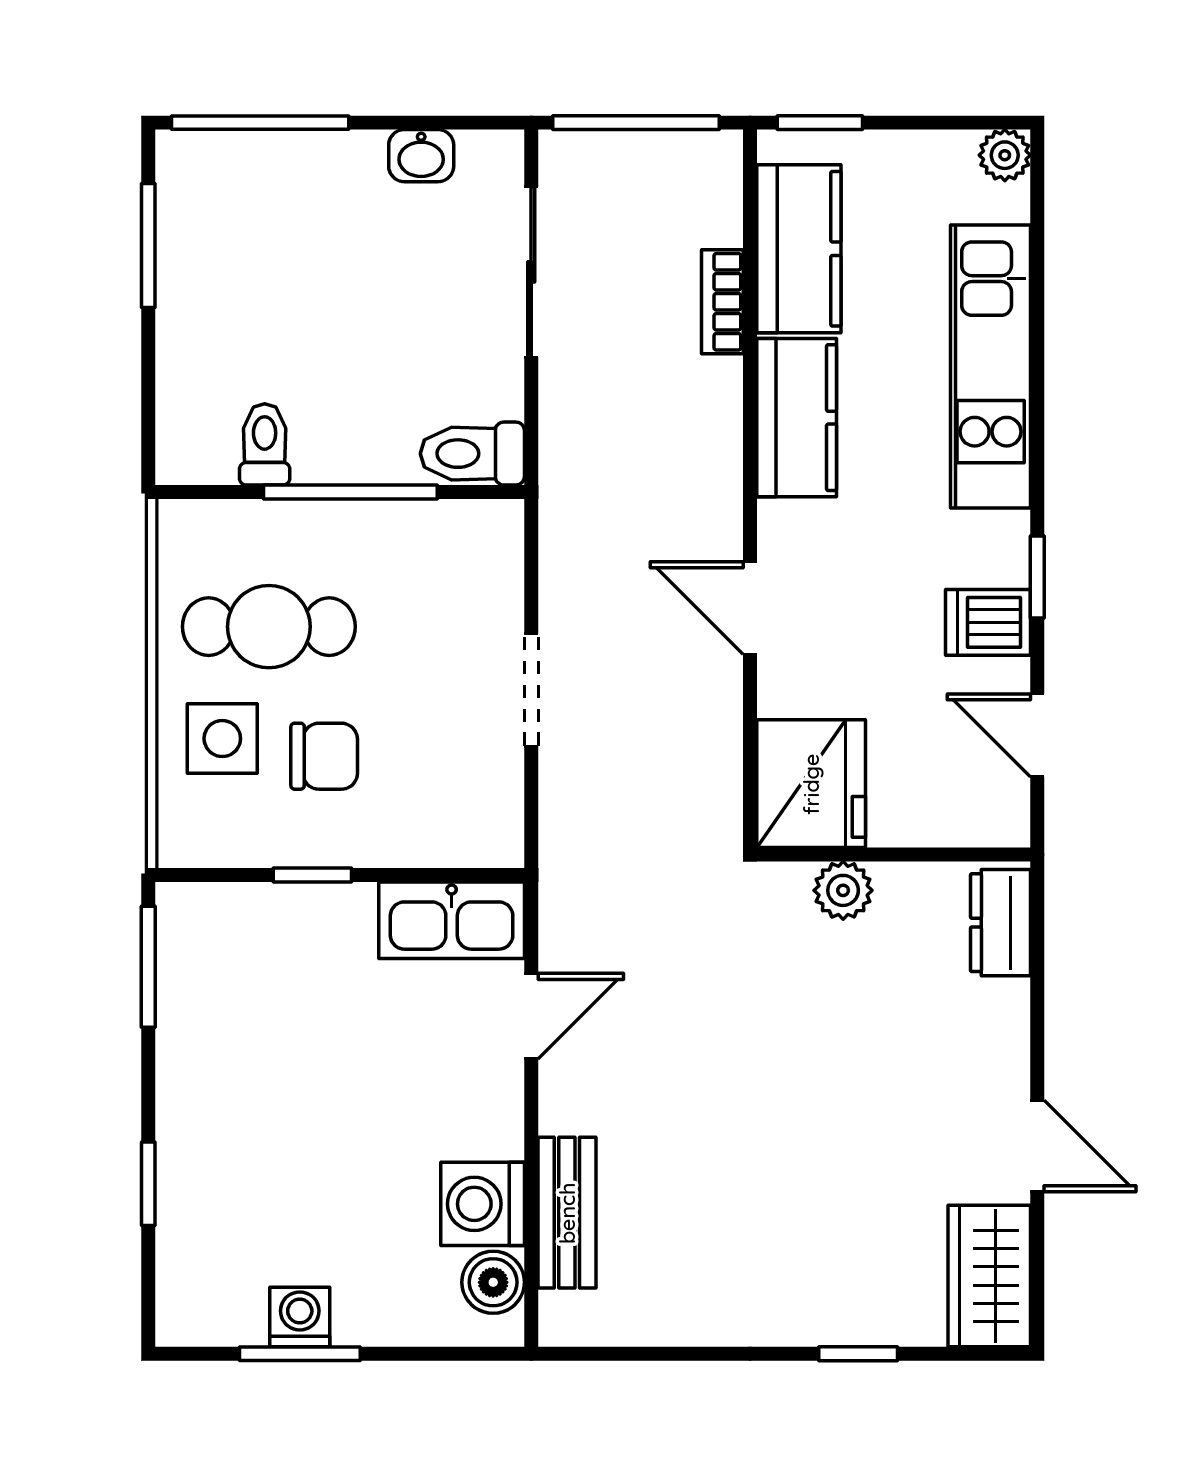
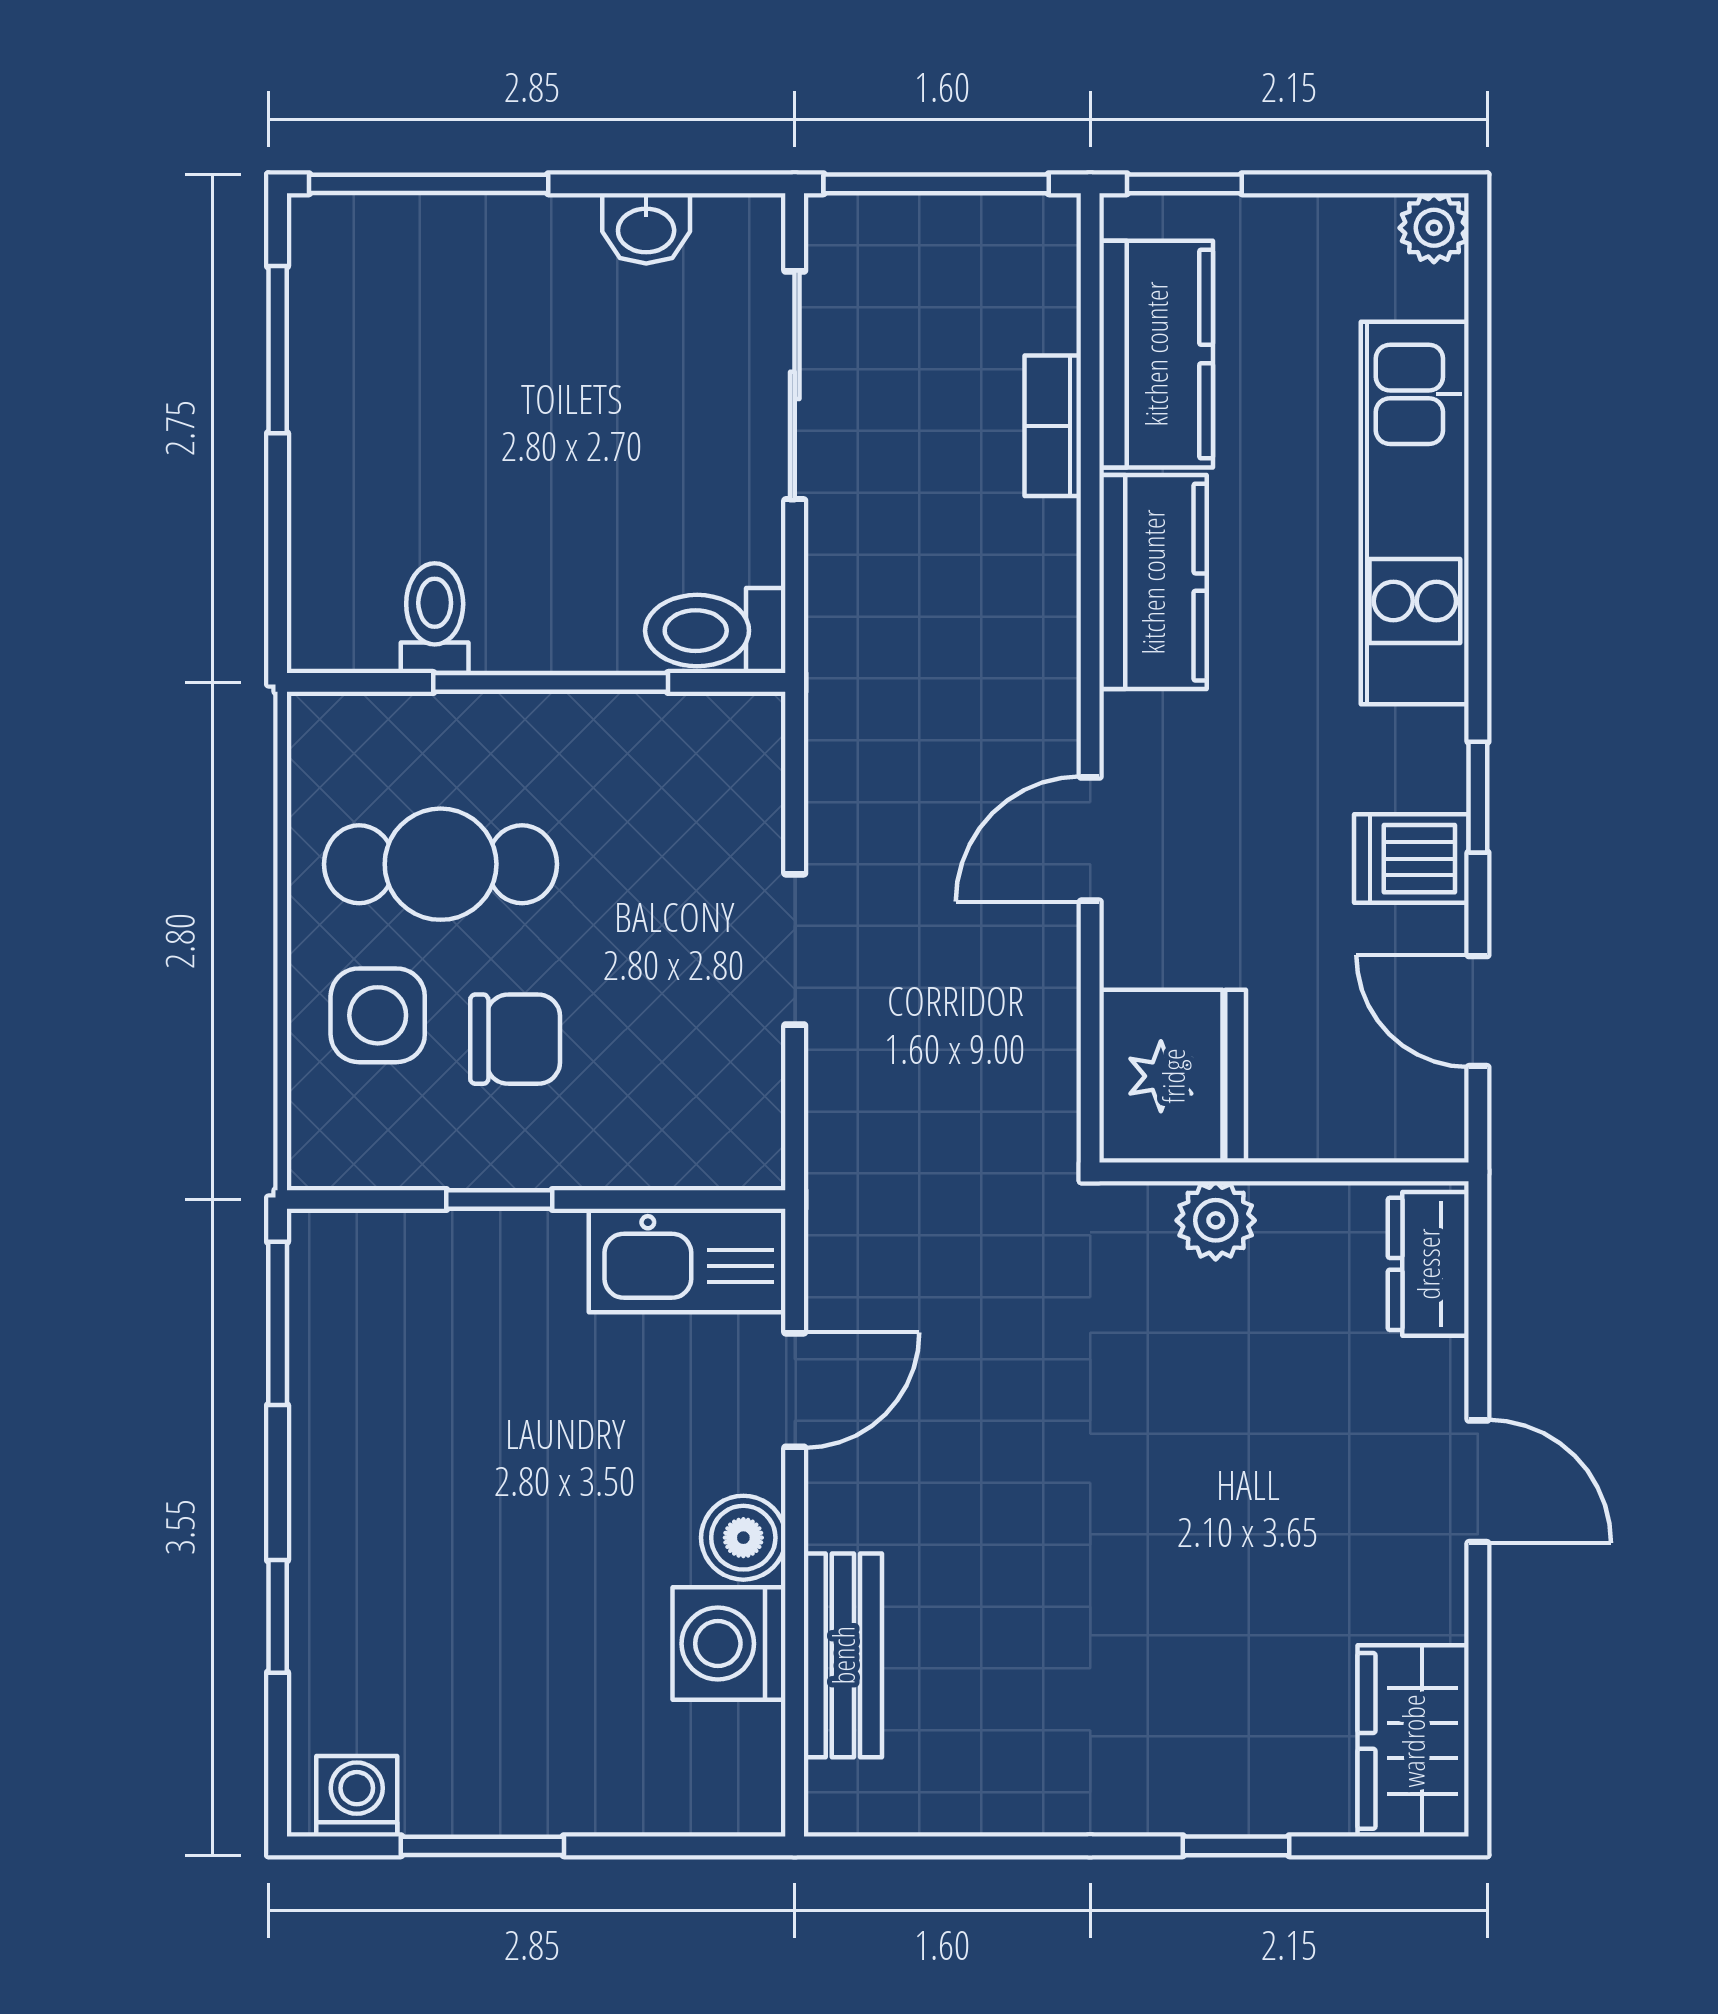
door: (750, 608) -> (1090, 839), hinge flipped
door: (1037, 1146) -> (1478, 1481), moved
boiler: (493, 1282) -> (743, 1538), moved
washing machine: (300, 1317) -> (357, 1796), moved

